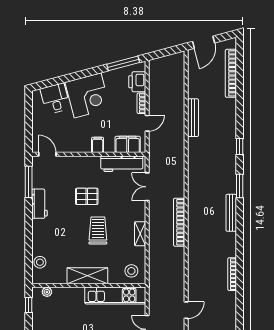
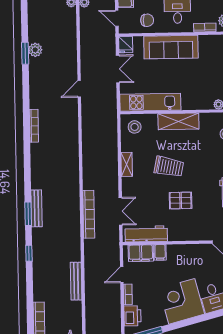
filing cabinet: (98, 145) -> (160, 252), moved
bench: (231, 213) -> (36, 208), moved
bookcase: (179, 222) -> (89, 214), moved
trolley: (98, 230) -> (169, 167), turned -78

